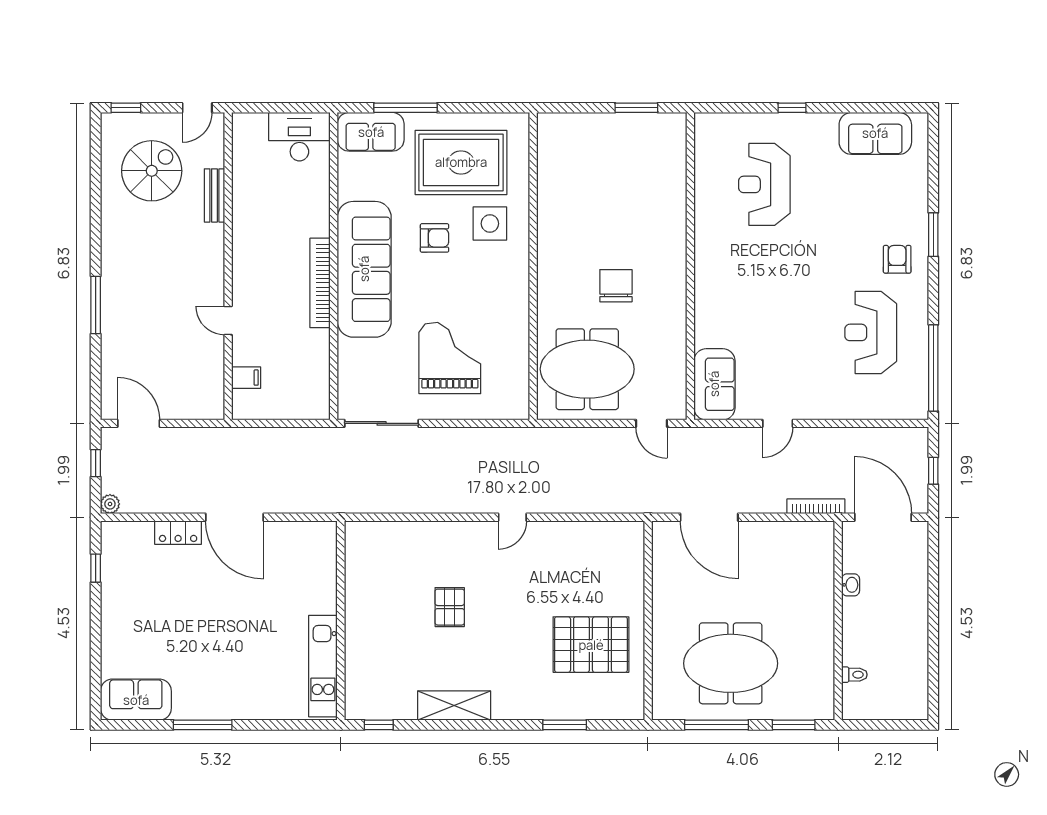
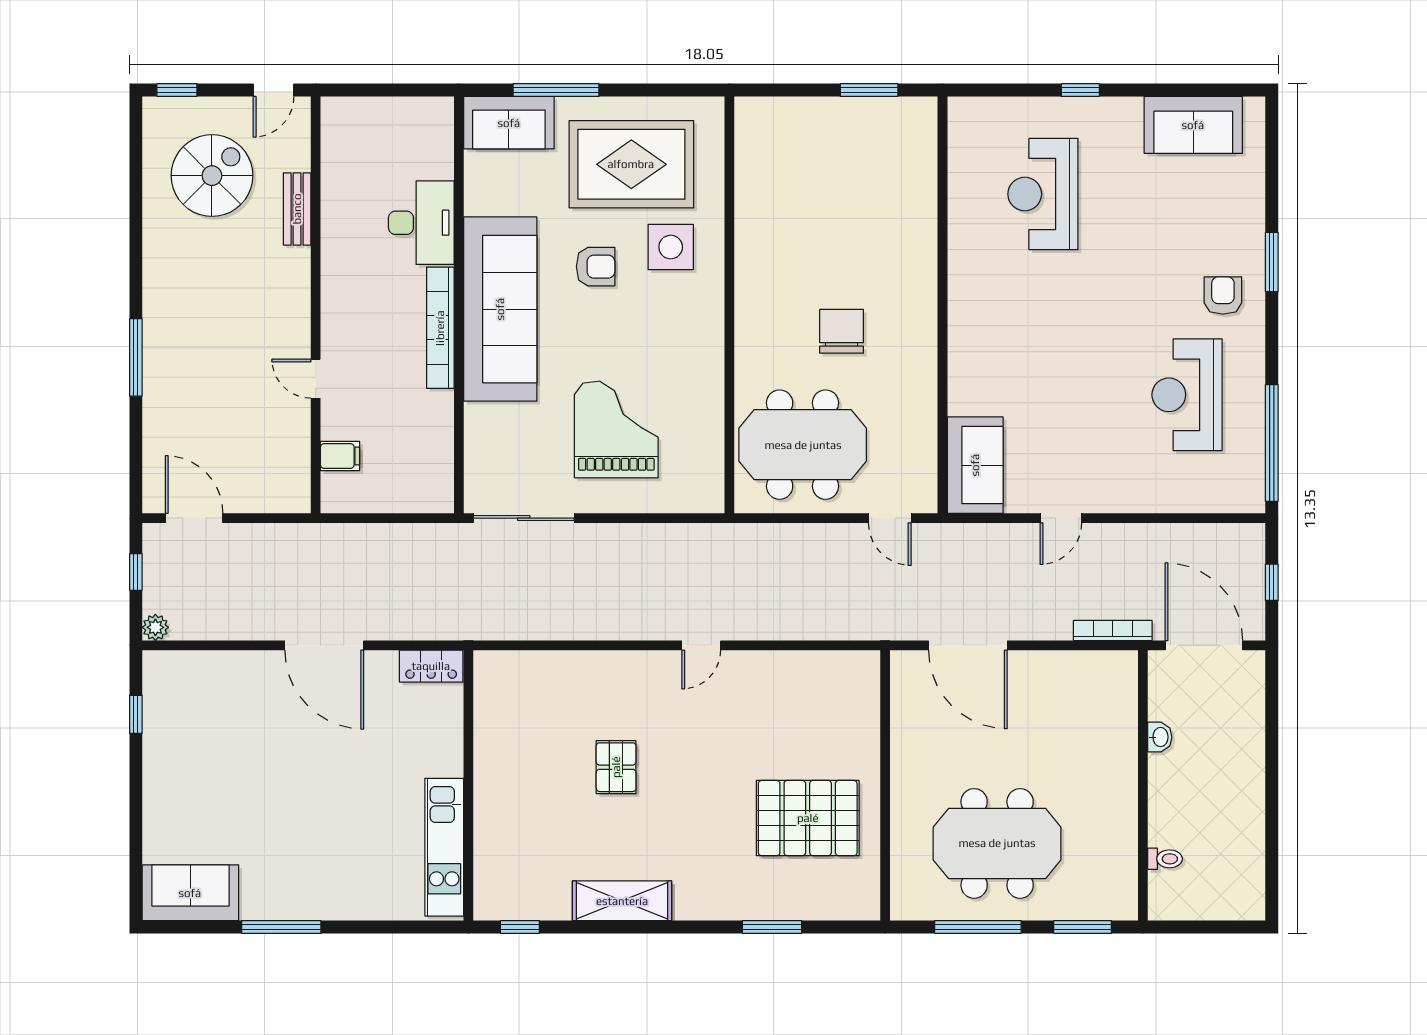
desk: (299, 137) -> (421, 223), moved, turned 90
locker: (178, 533) -> (431, 666), moved

